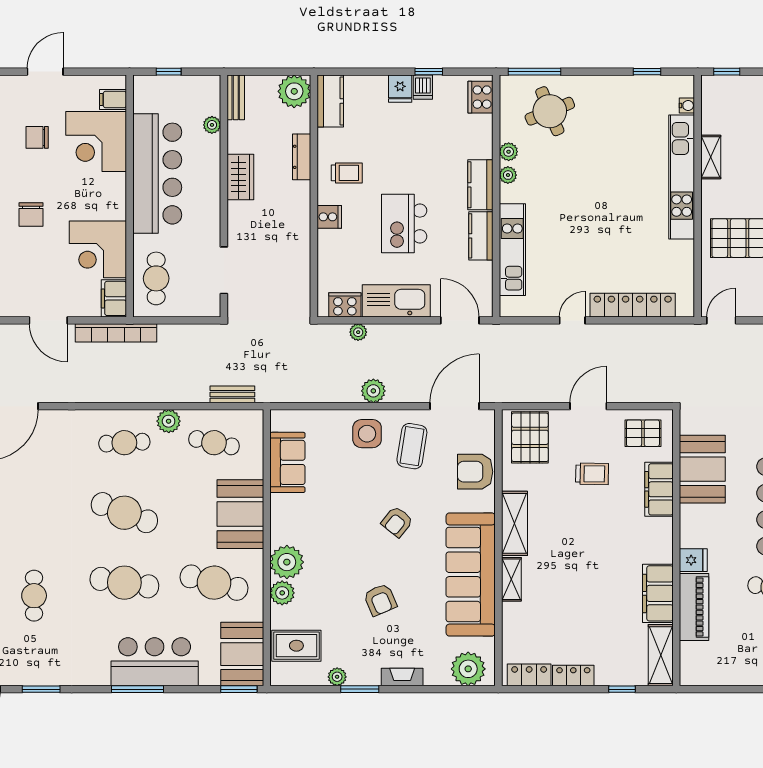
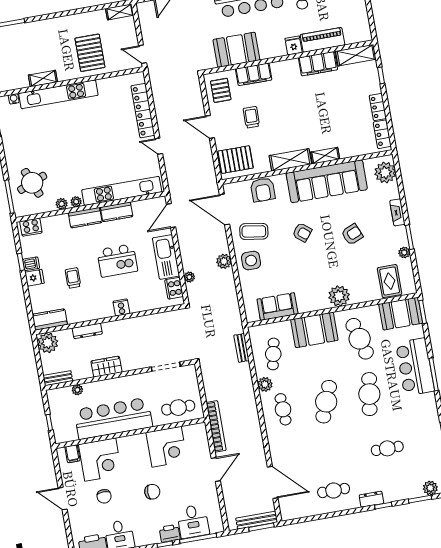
trolley: (347, 173) -> (73, 278), moved
kitchen unit: (512, 250) -> (122, 191), width x1.36
filing cabinet: (114, 298) -> (195, 432), removed
cafe table: (214, 583) -> (360, 339), turned -30
plant: (282, 593) -> (359, 296), removed

